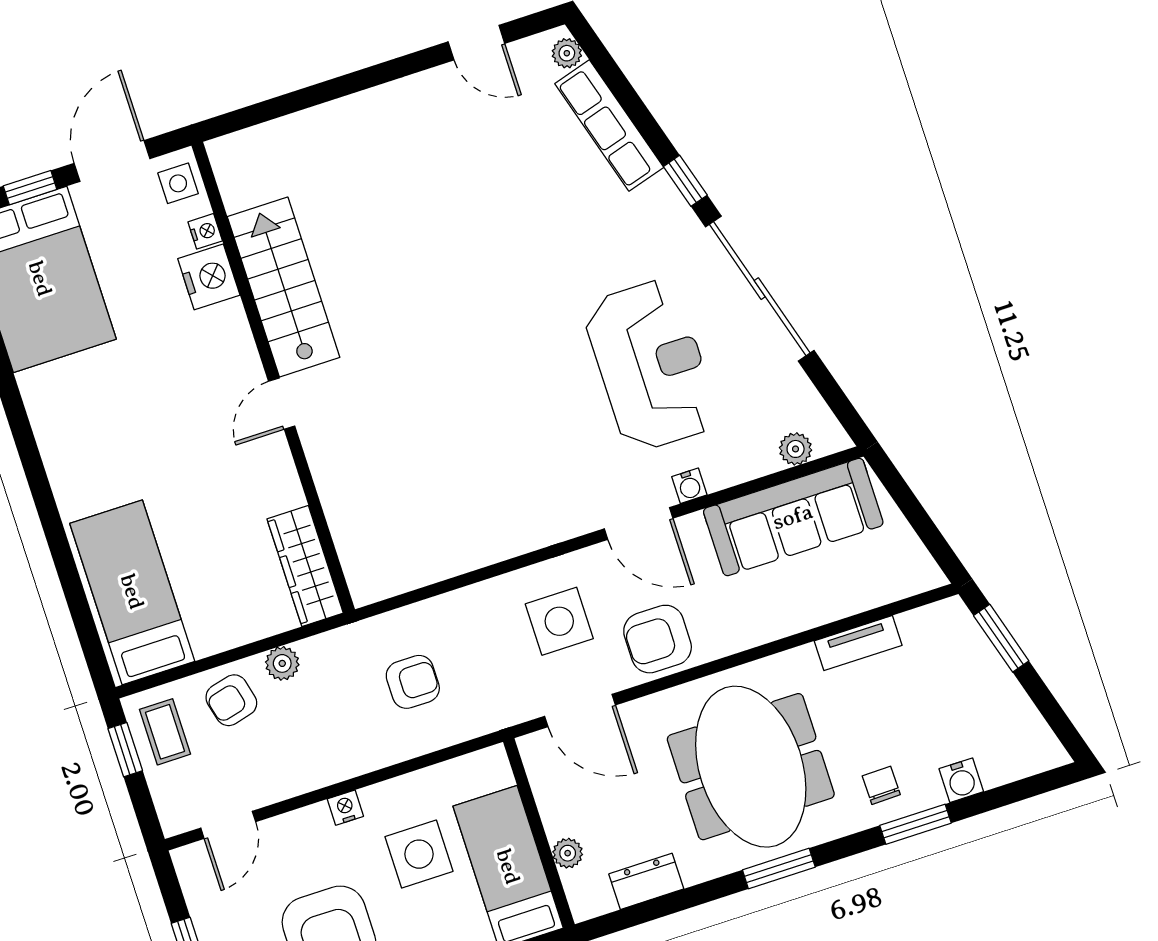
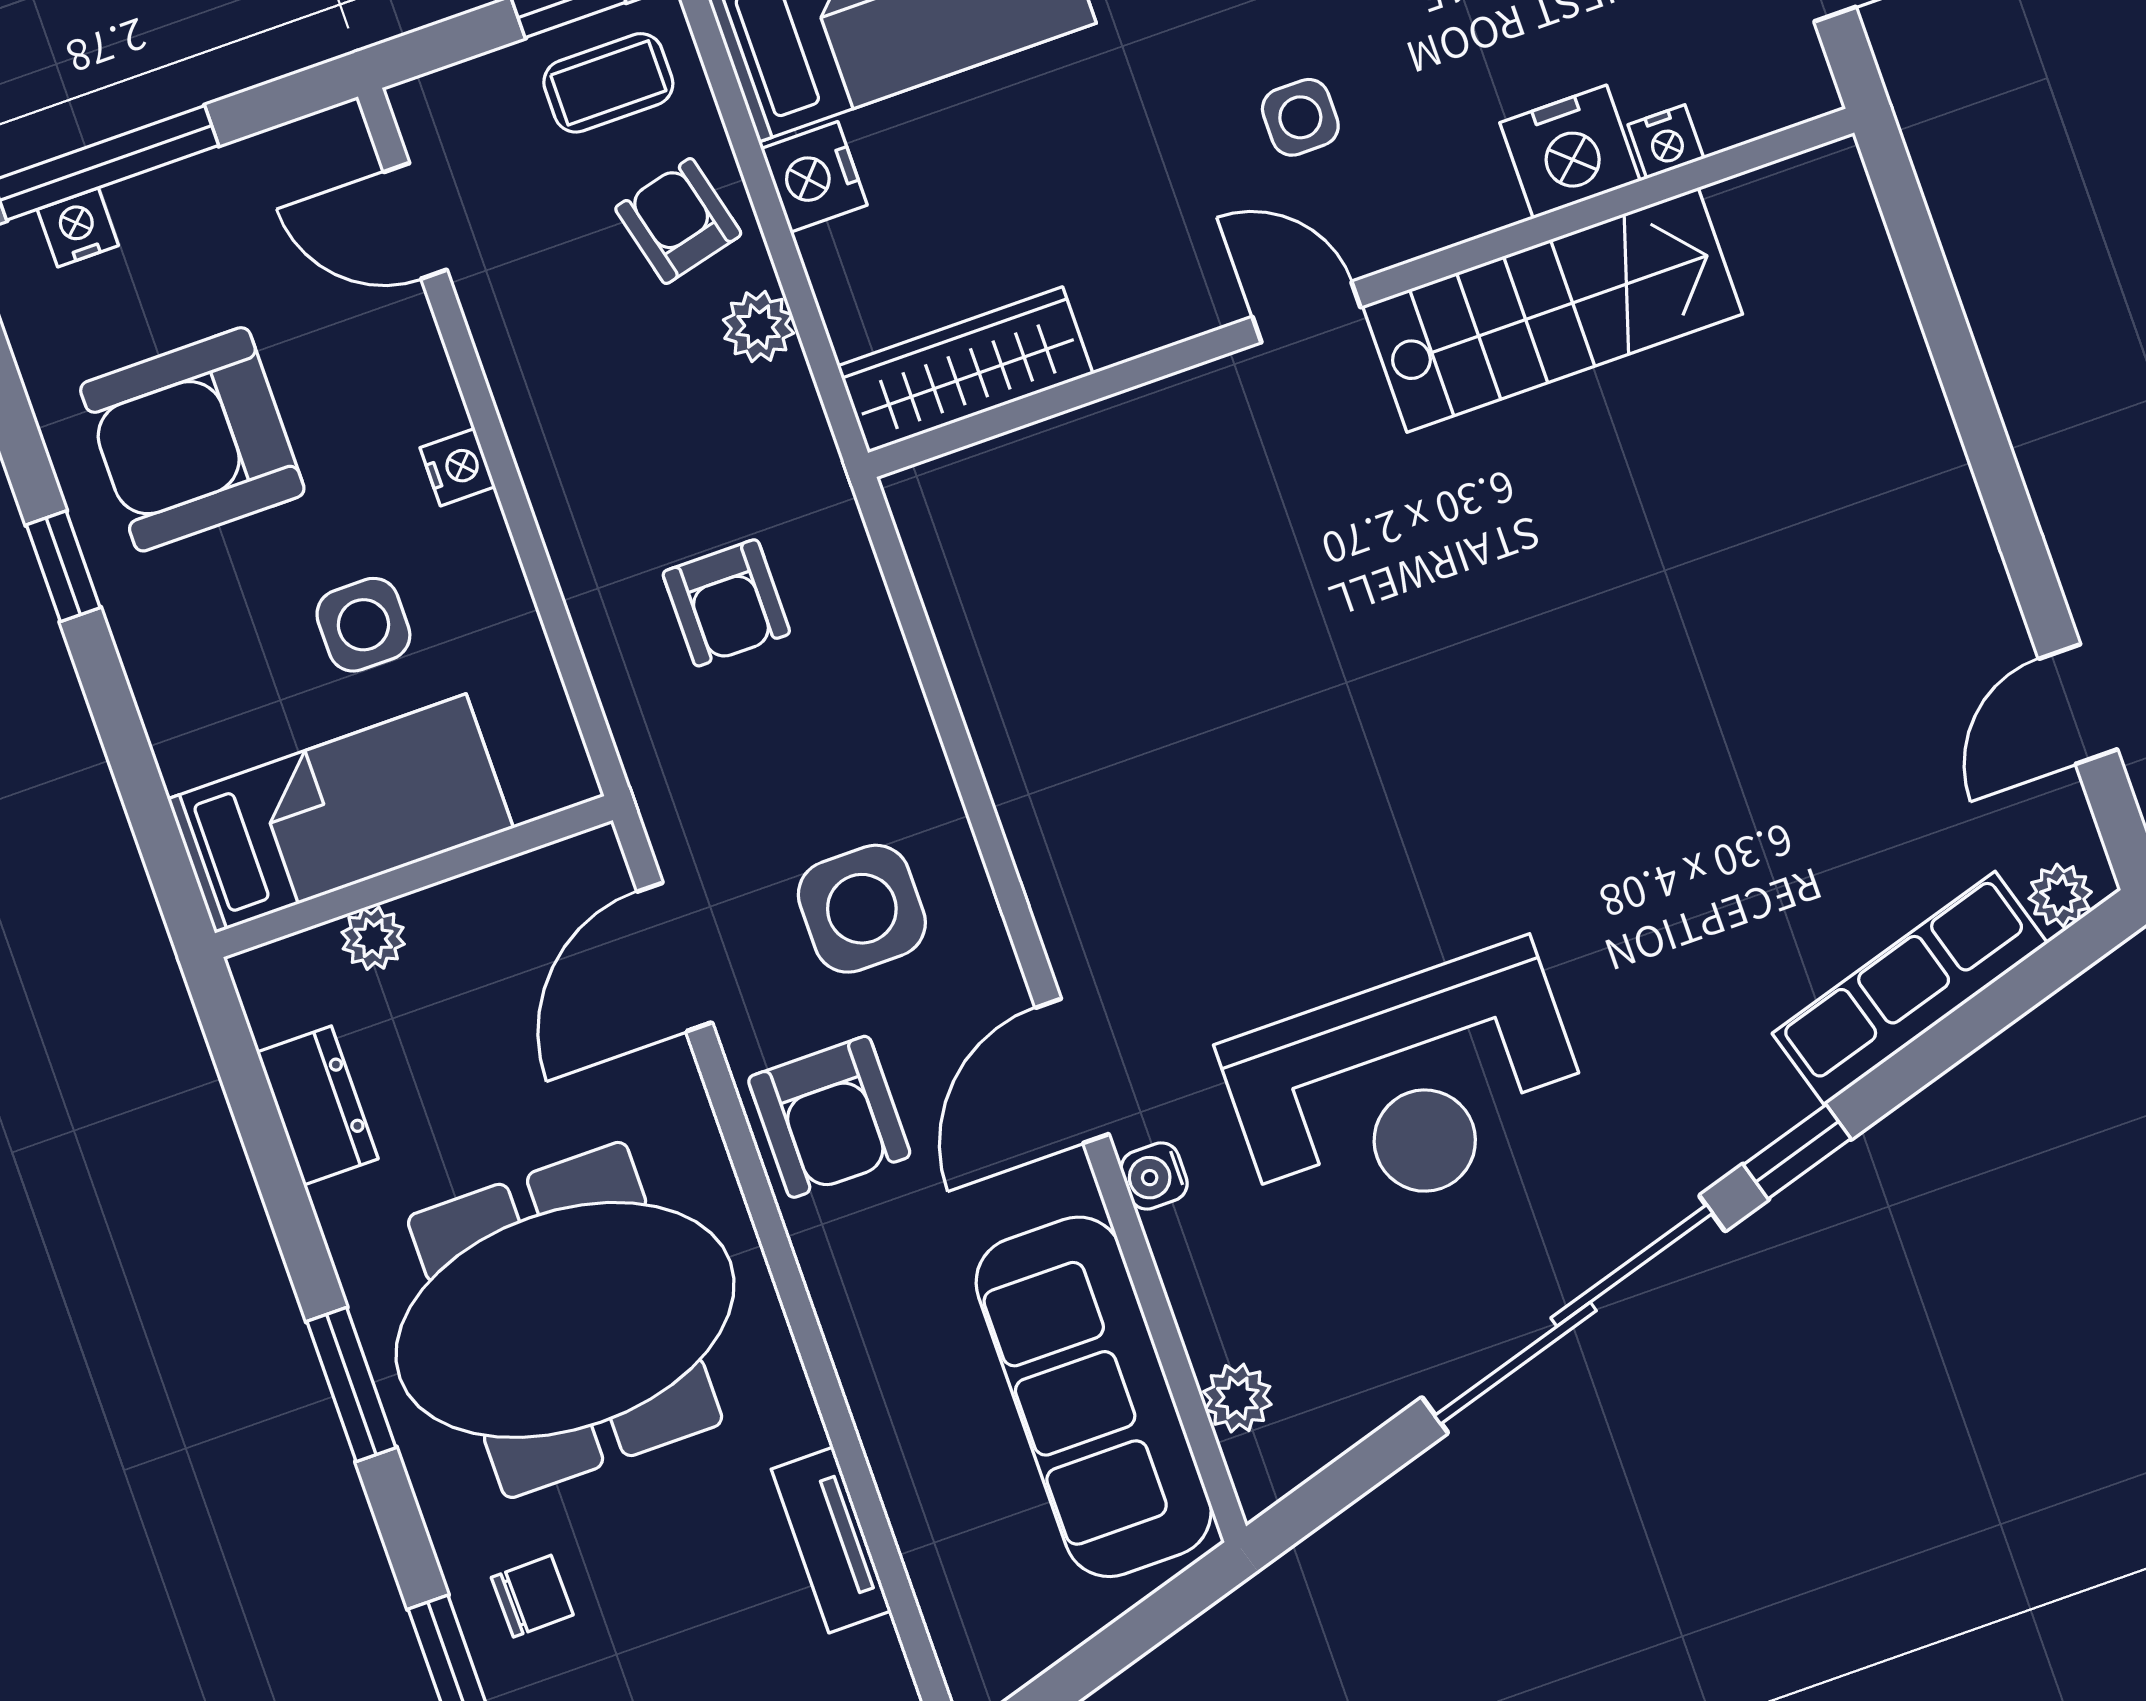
side table: (178, 183) -> (1300, 117), moved
nightstand: (212, 635) -> (814, 177), added
armchair: (658, 639) -> (829, 1117), turned 180
side table: (419, 854) -> (363, 625), width x0.73, depth x0.73

